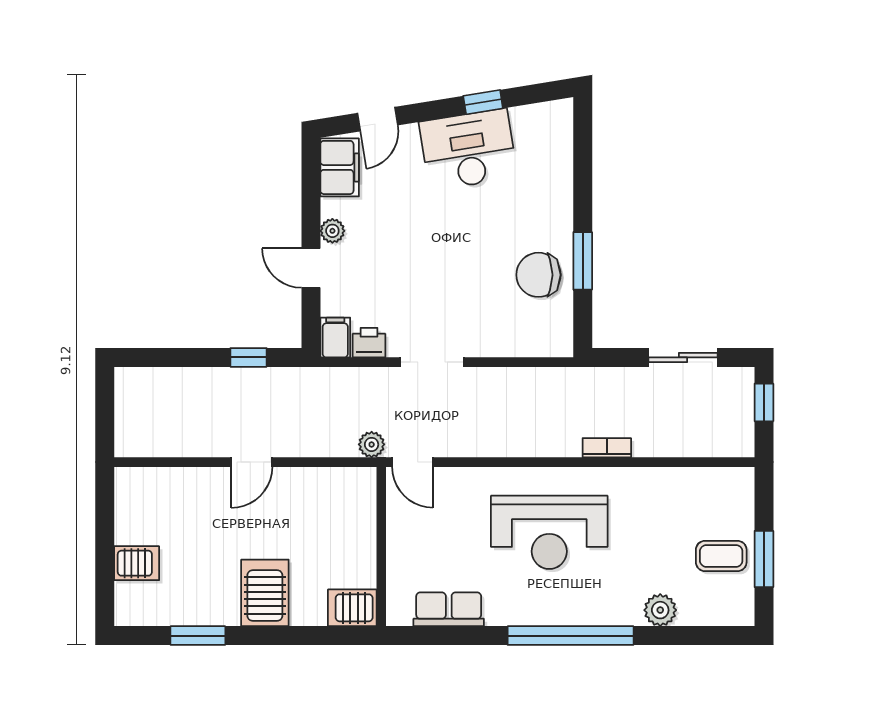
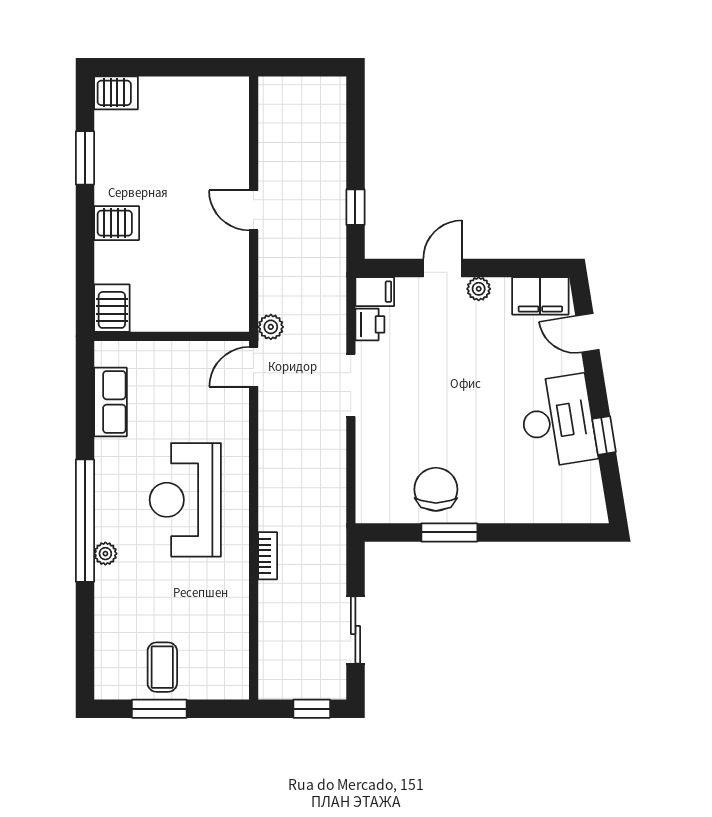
server rack: (137, 563) -> (116, 93), moved, turned -90
server rack: (265, 593) -> (117, 223), width x0.73, depth x0.70
plant: (660, 610) -> (105, 554), moved, width x0.73, depth x0.73

